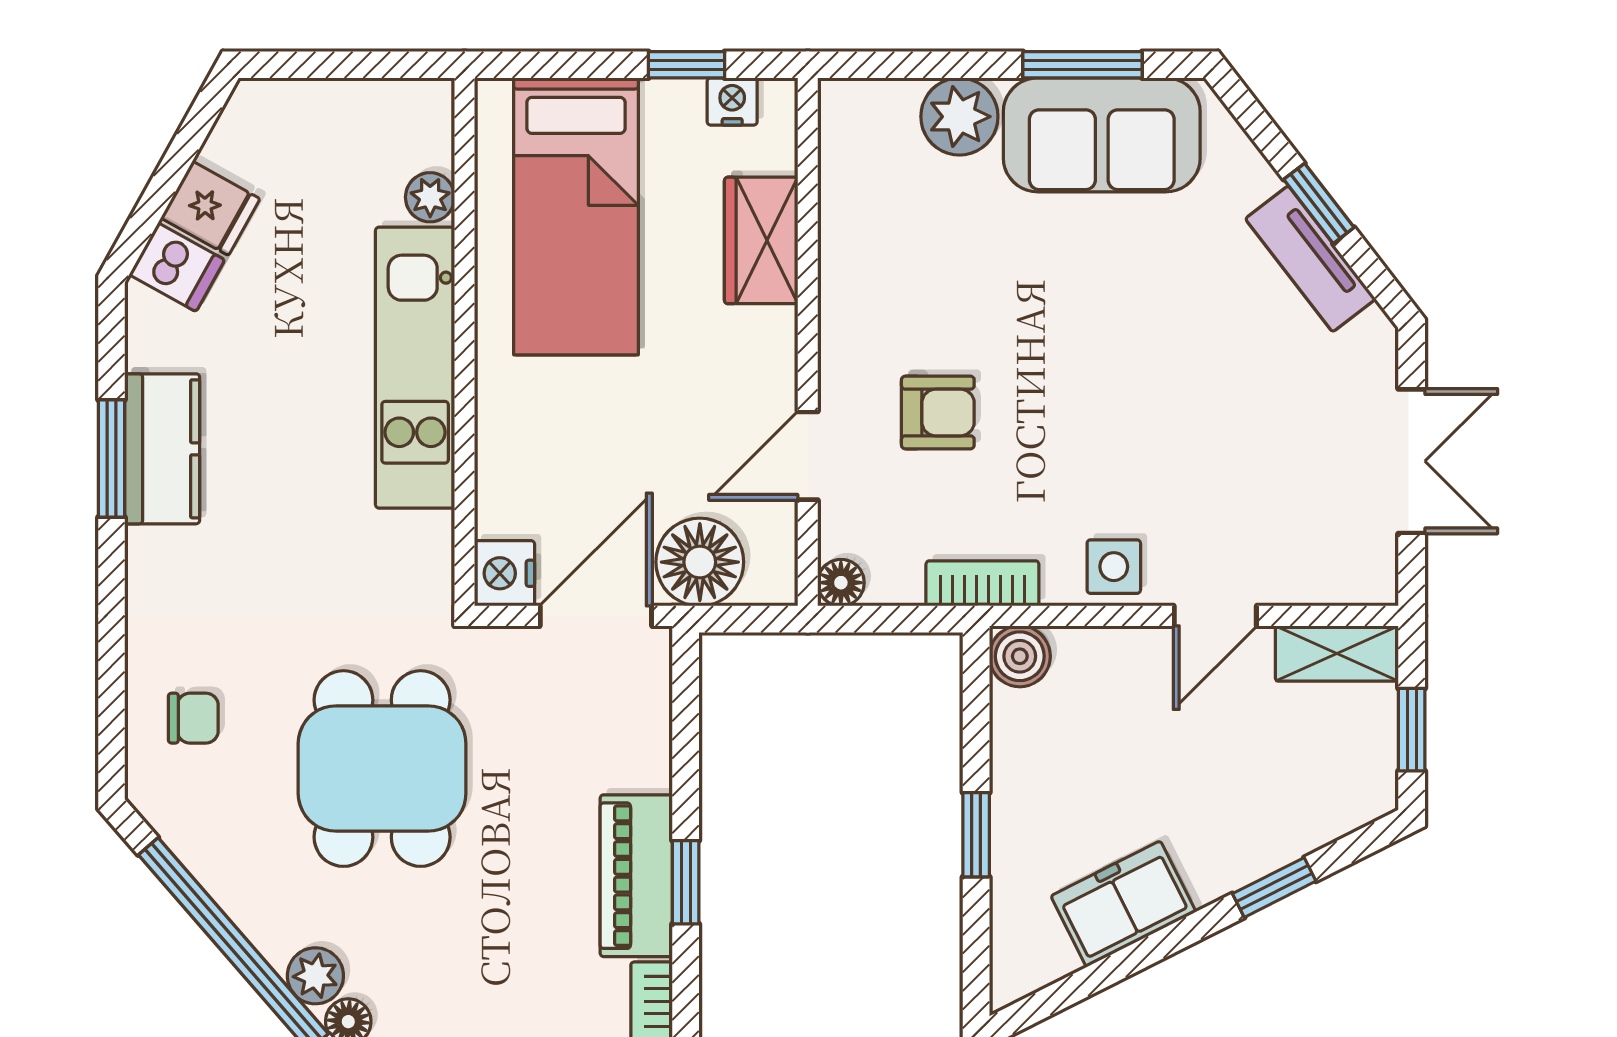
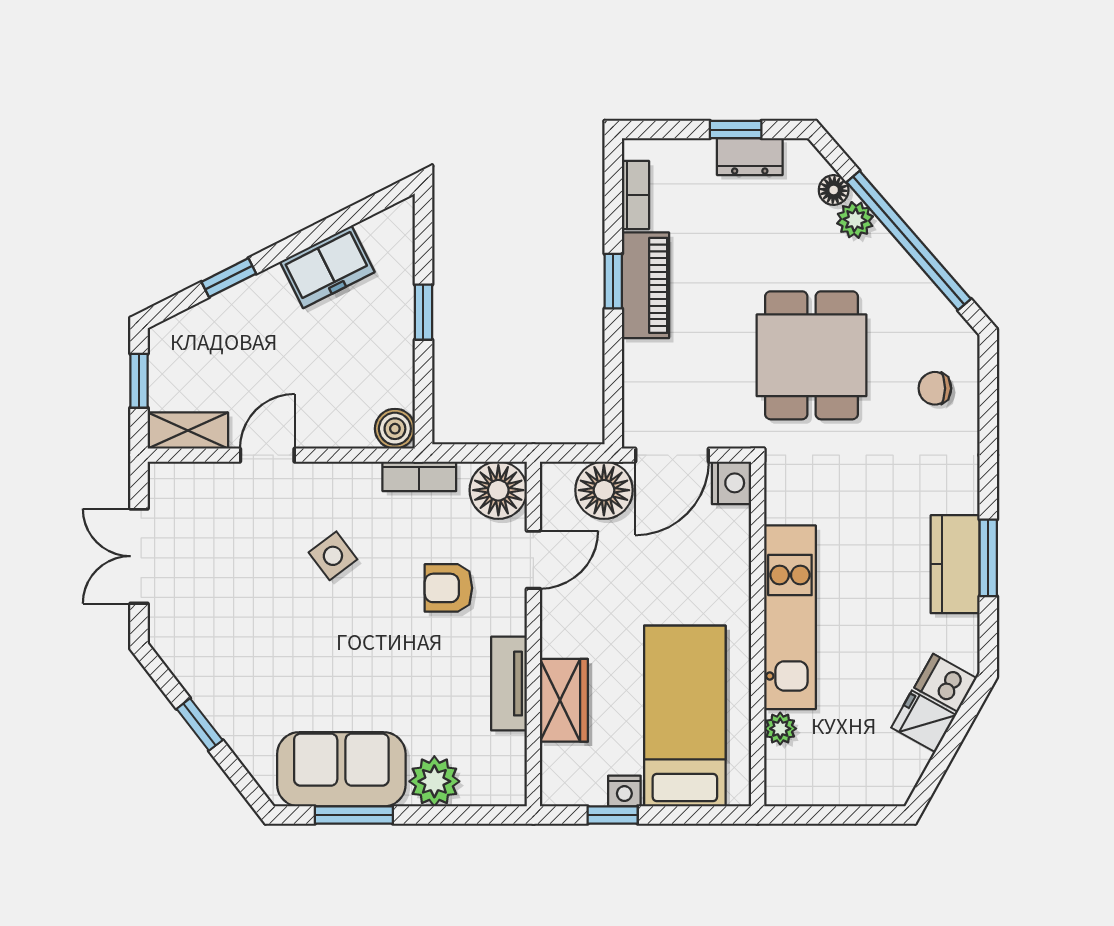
nightstand: (732, 102) -> (624, 791), moved
tv unit: (1310, 259) -> (509, 684), moved, turned -142
side table: (1114, 567) -> (333, 556), moved, turned -37
floor lamp: (841, 583) -> (498, 490), width x1.89, depth x1.89

